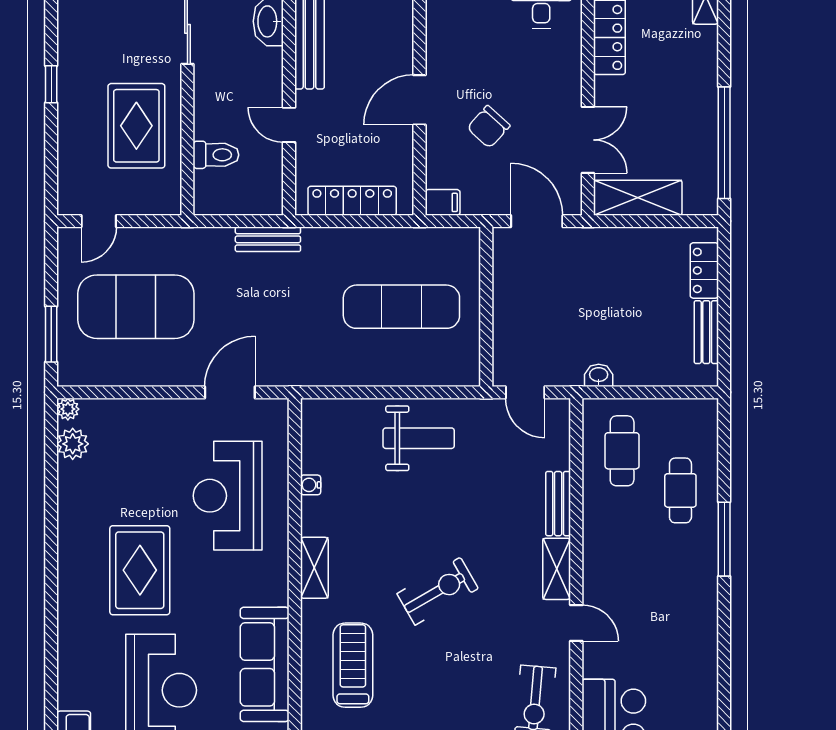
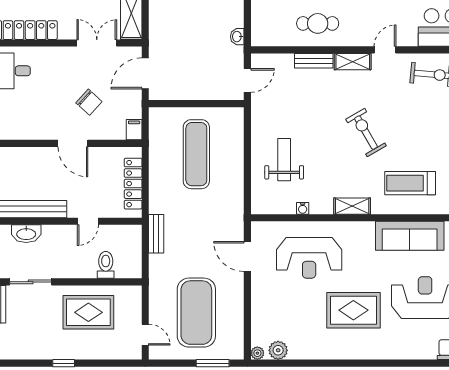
weight bench: (419, 438) -> (284, 160), moved
cafe table: (622, 451) -> (318, 23), moved

